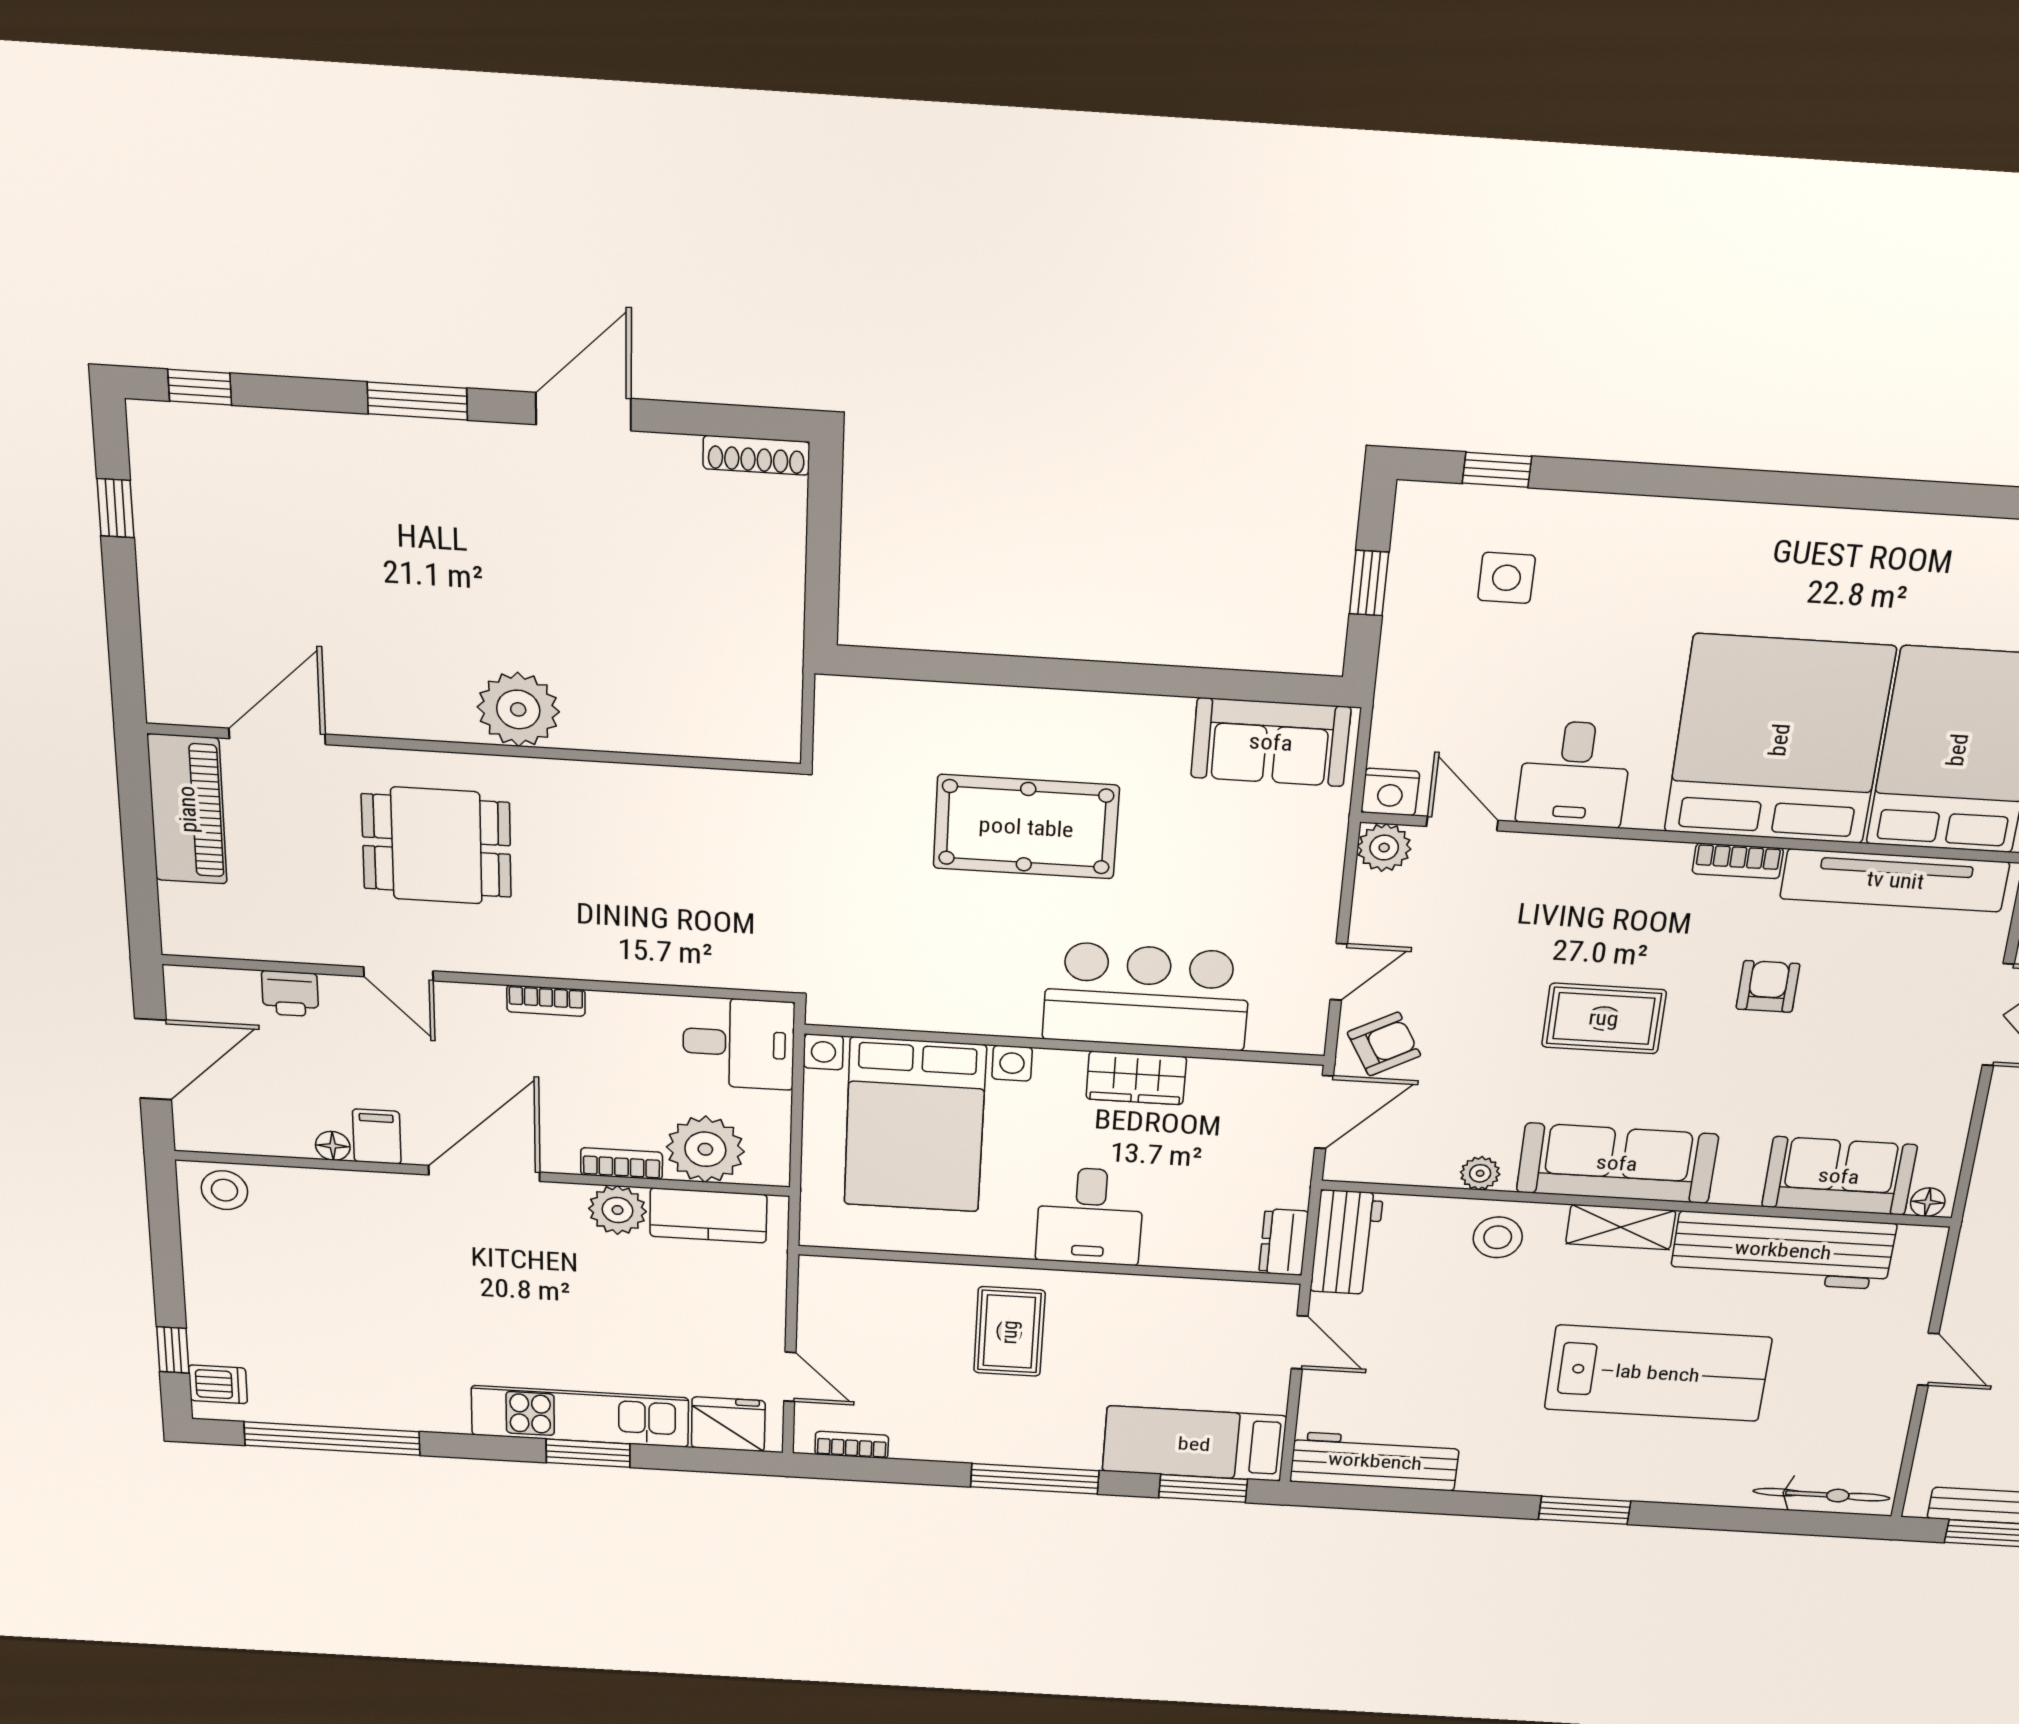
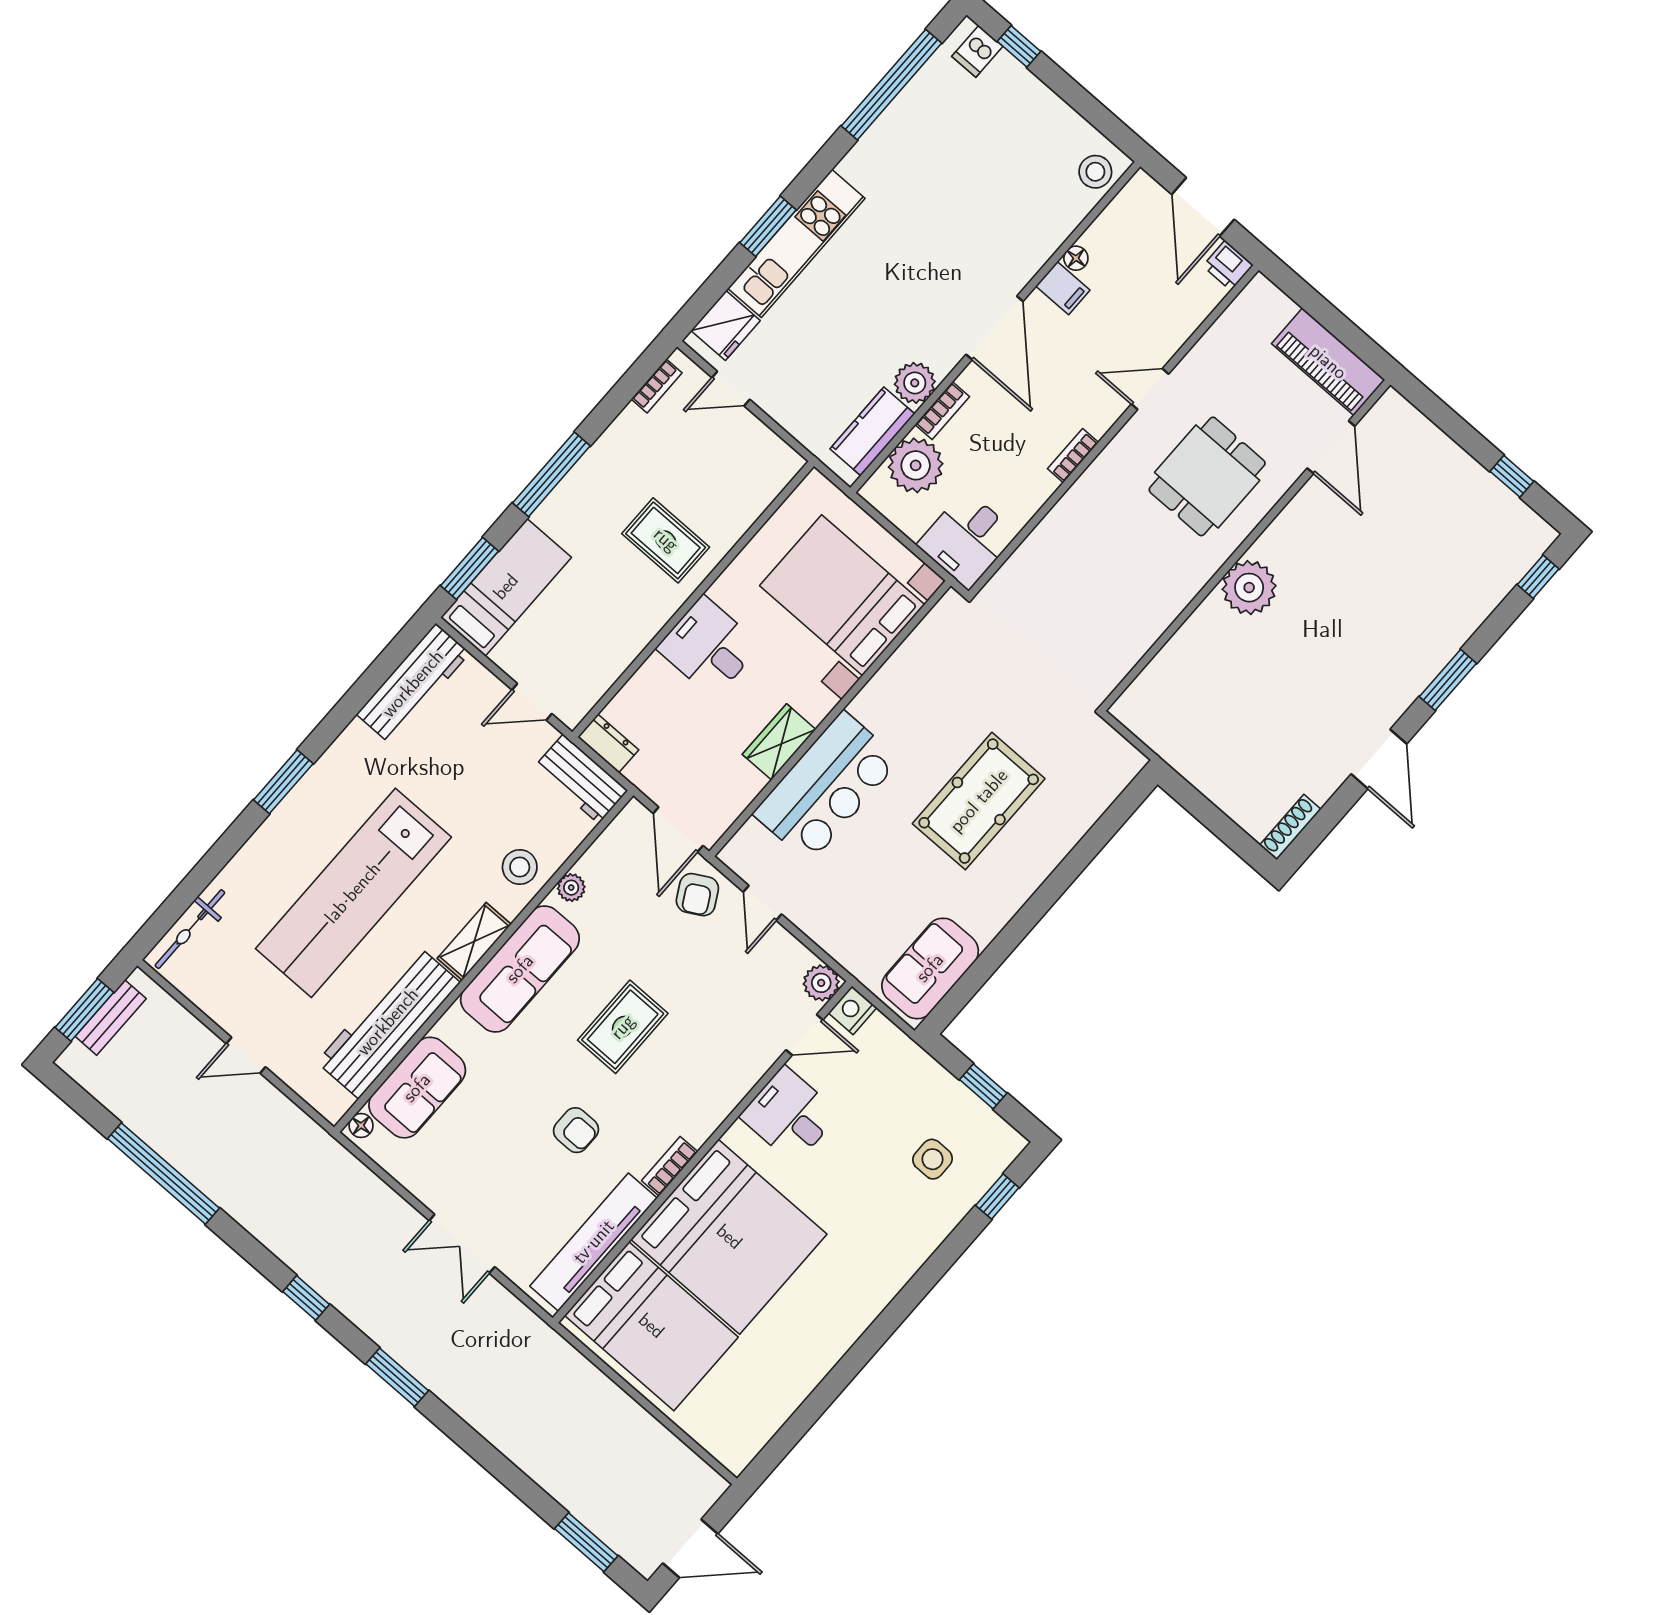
printer: (290, 994) -> (1228, 265), moved, turned -90
lab bench: (1658, 1373) -> (353, 893), width x1.36

